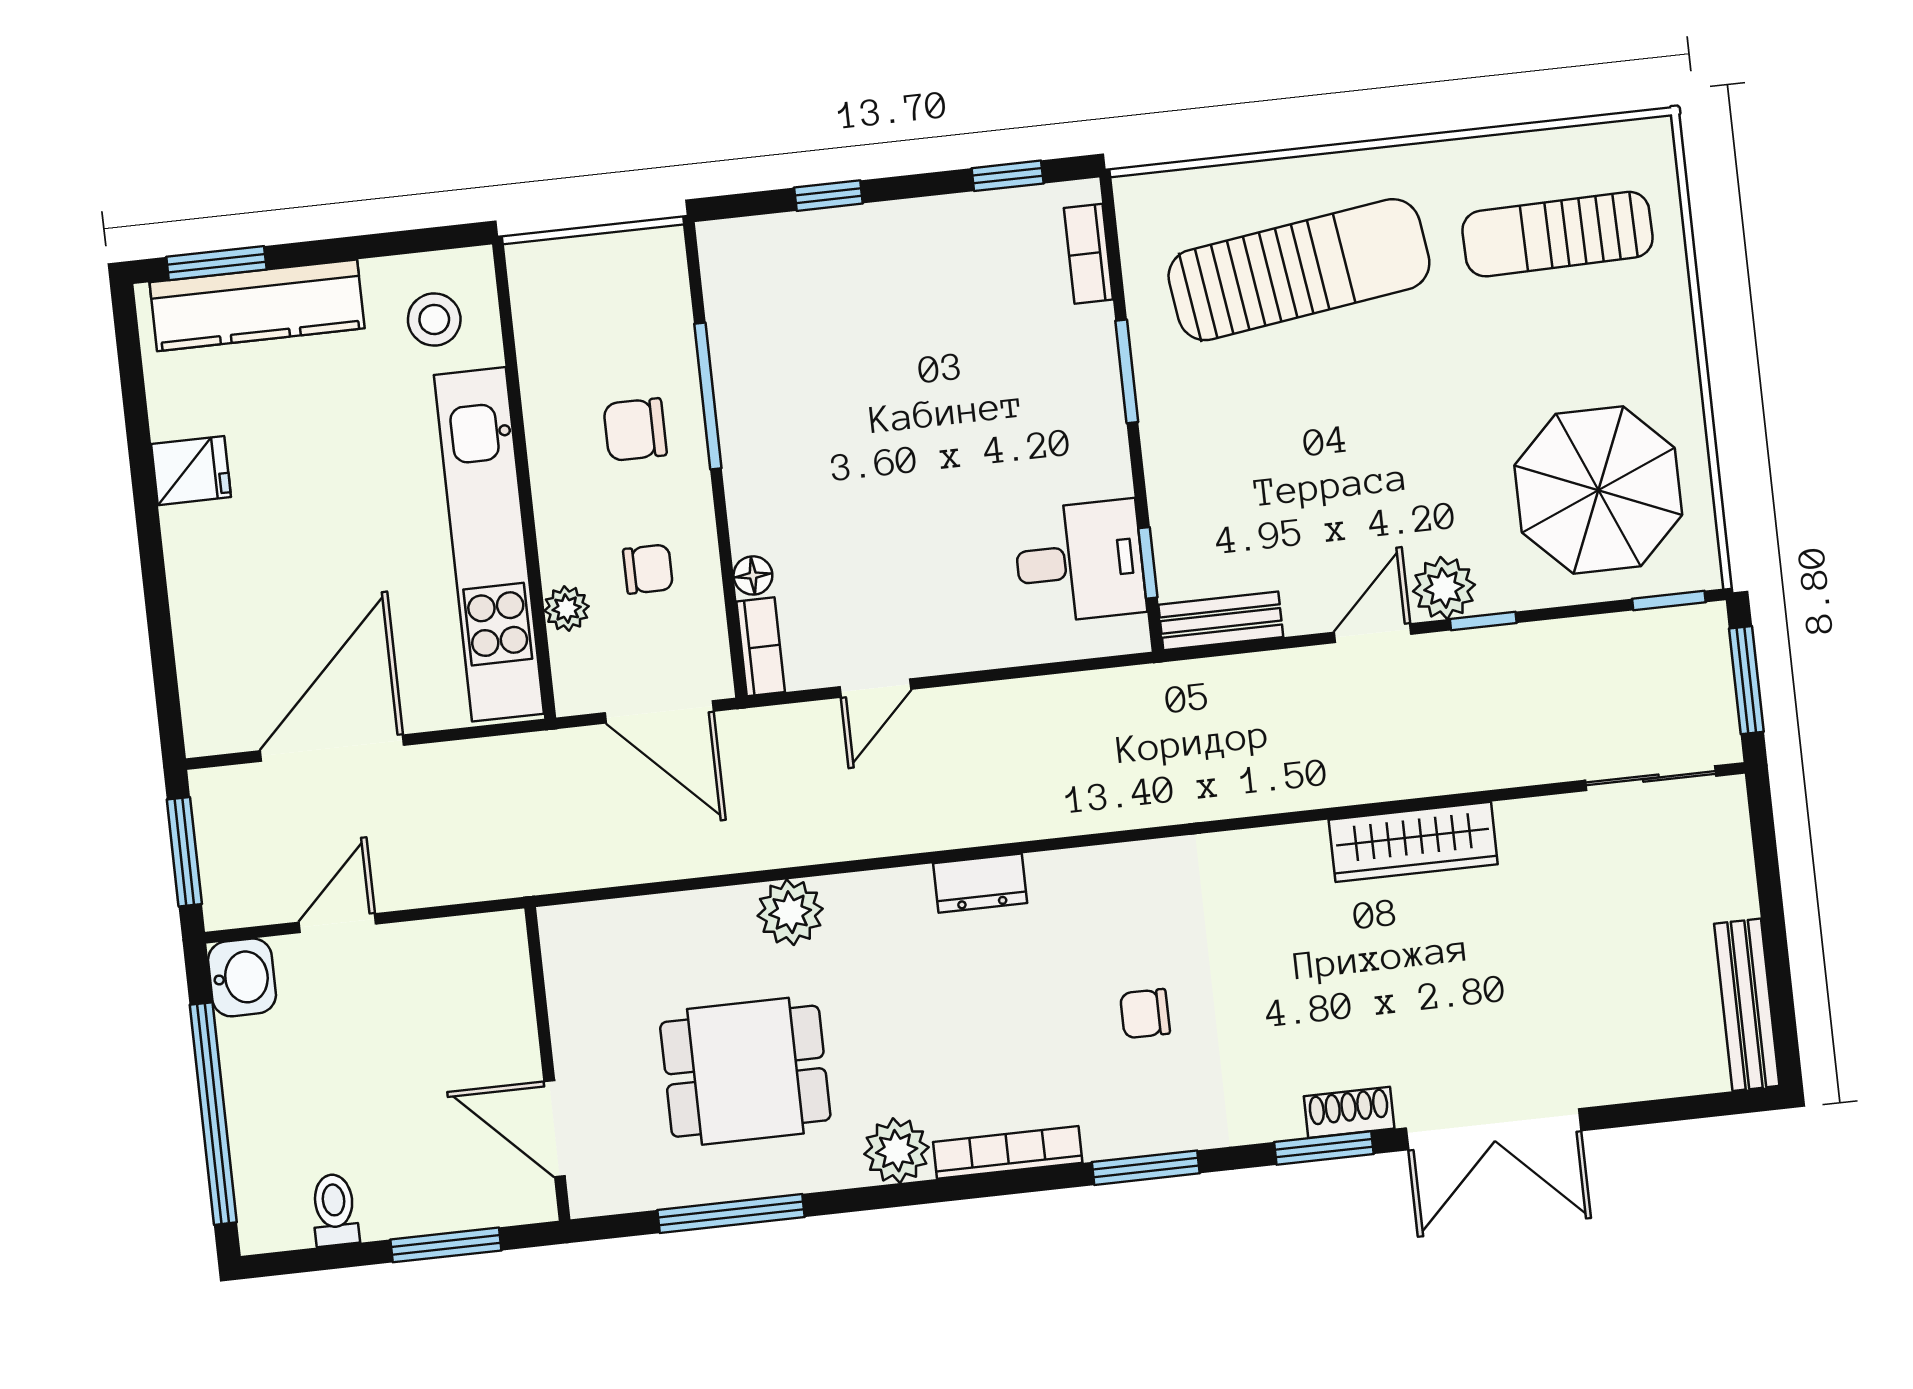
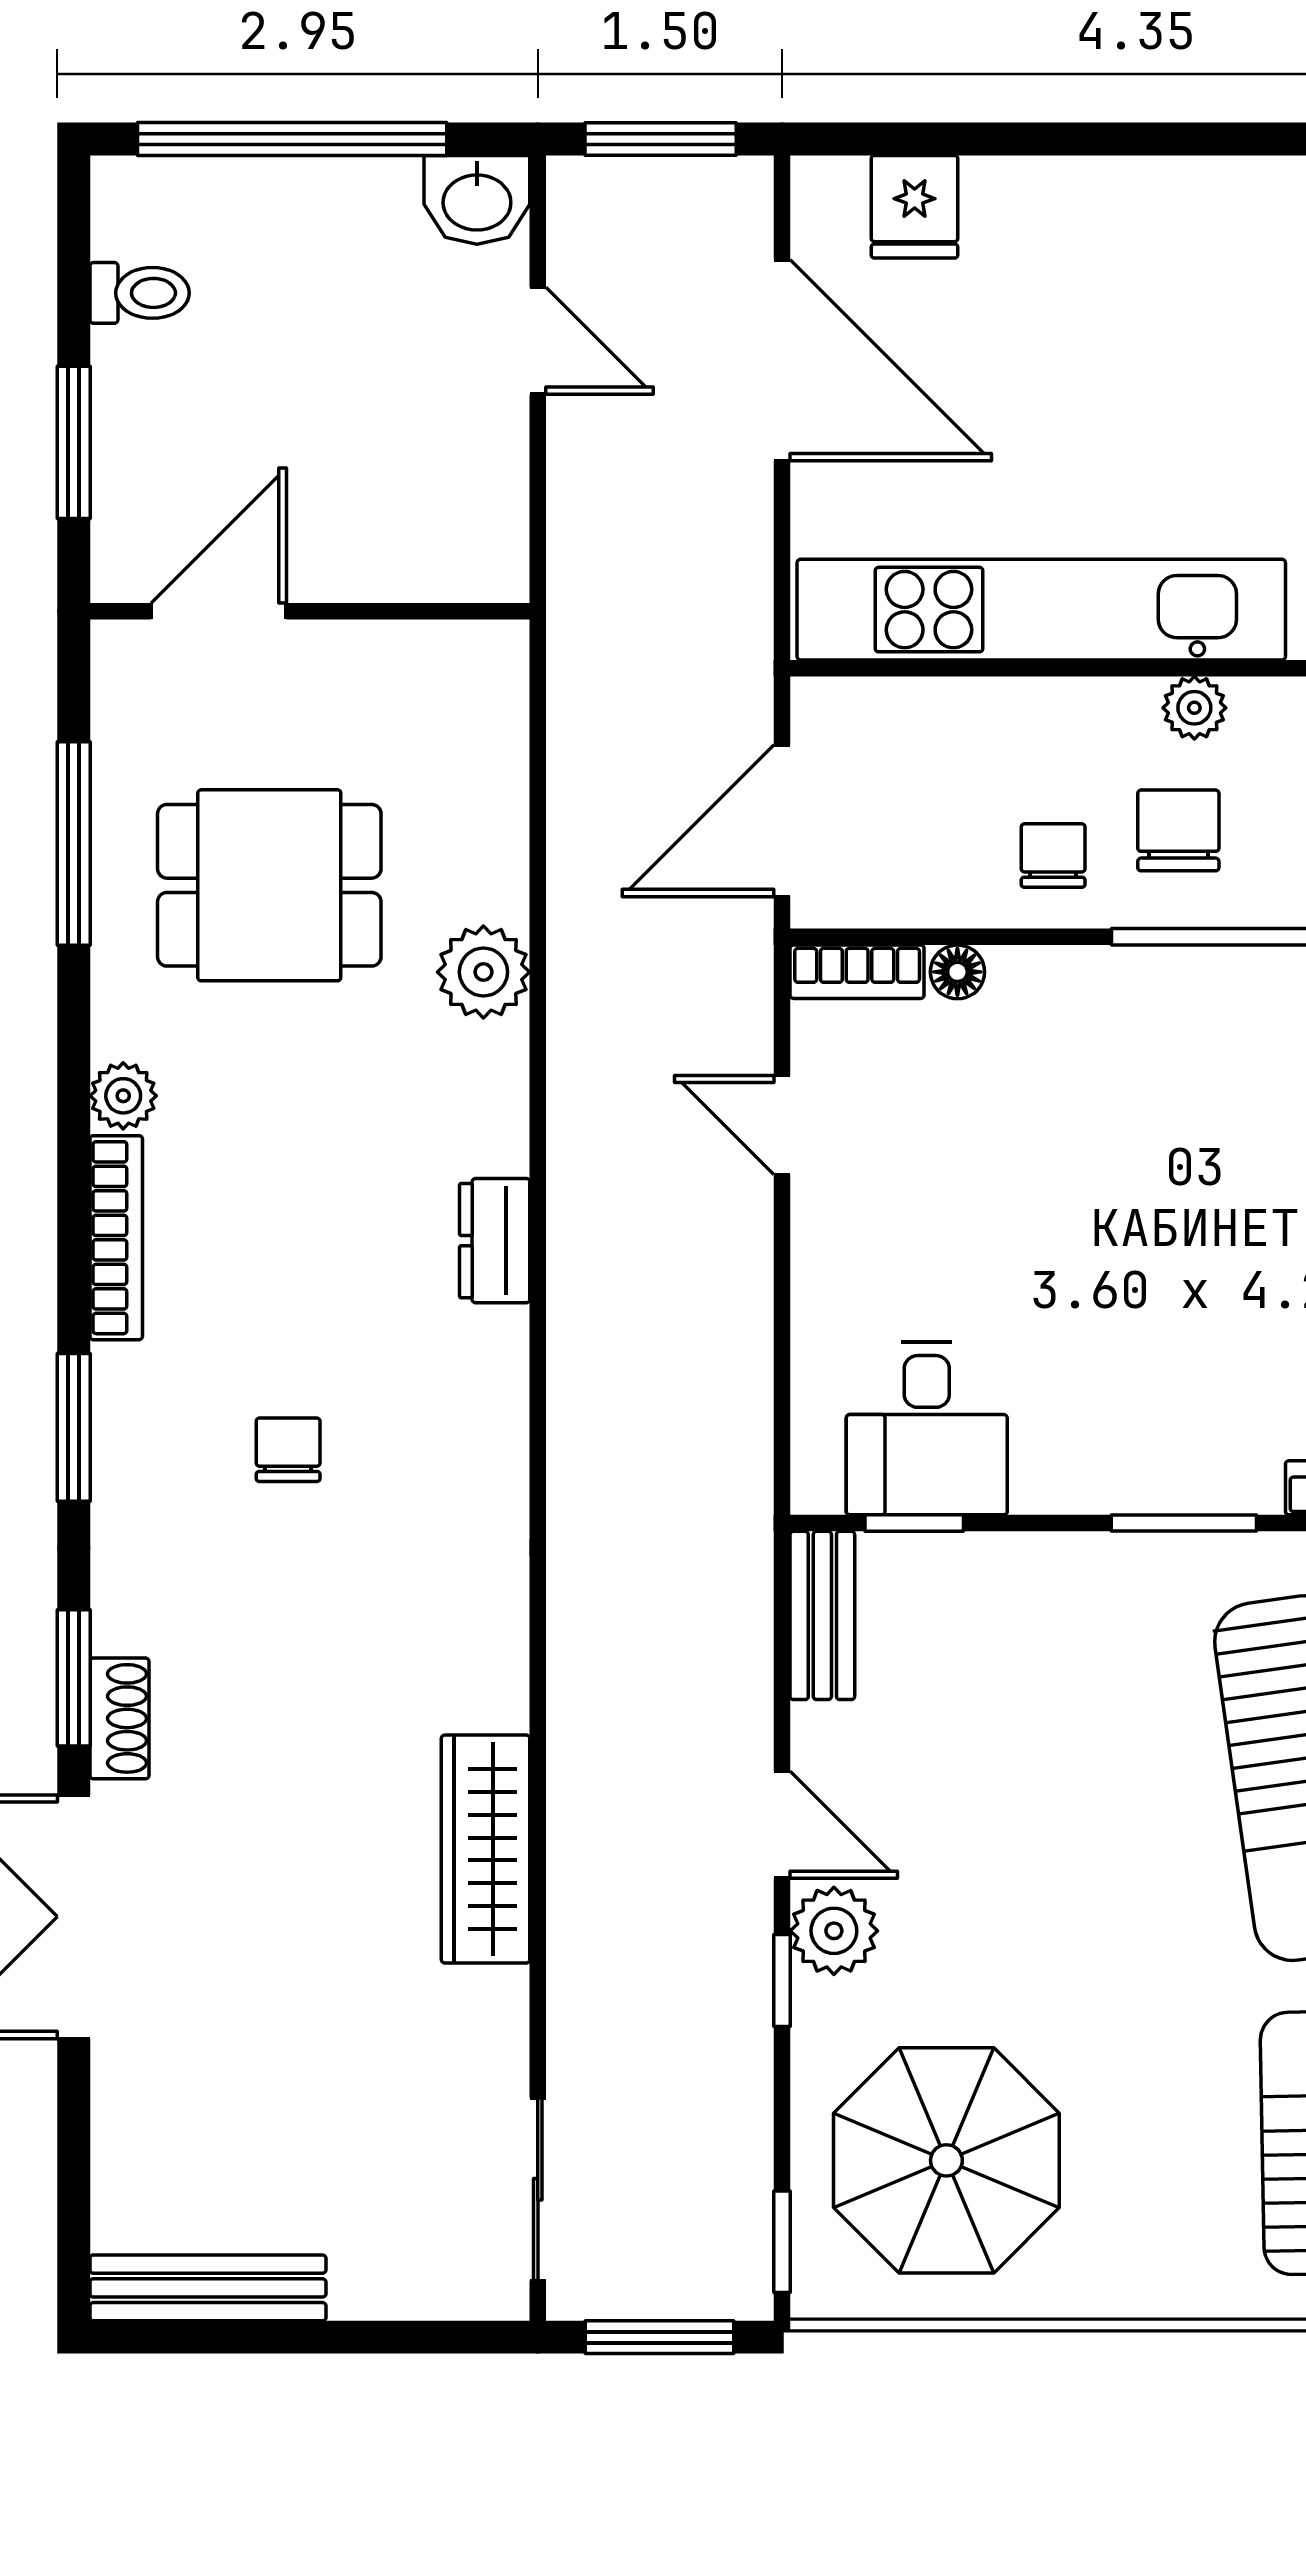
fridge: (191, 471) -> (915, 207), moved
chair: (648, 569) -> (1053, 855), moved, turned 180
plant: (567, 609) -> (1194, 708), moved
dining table: (745, 1071) -> (269, 885), turned 90
plant: (897, 1151) -> (123, 1096), width x0.73, depth x0.73

